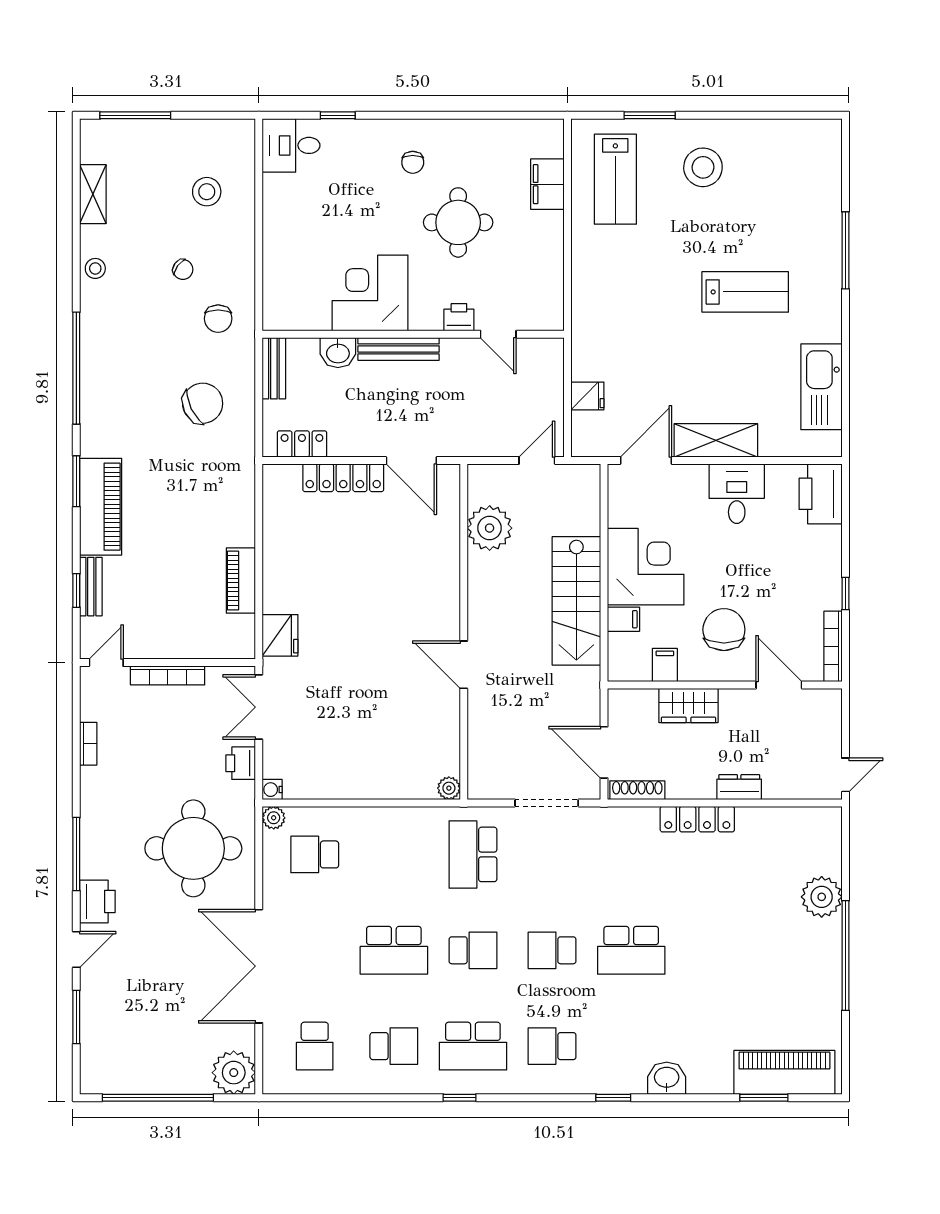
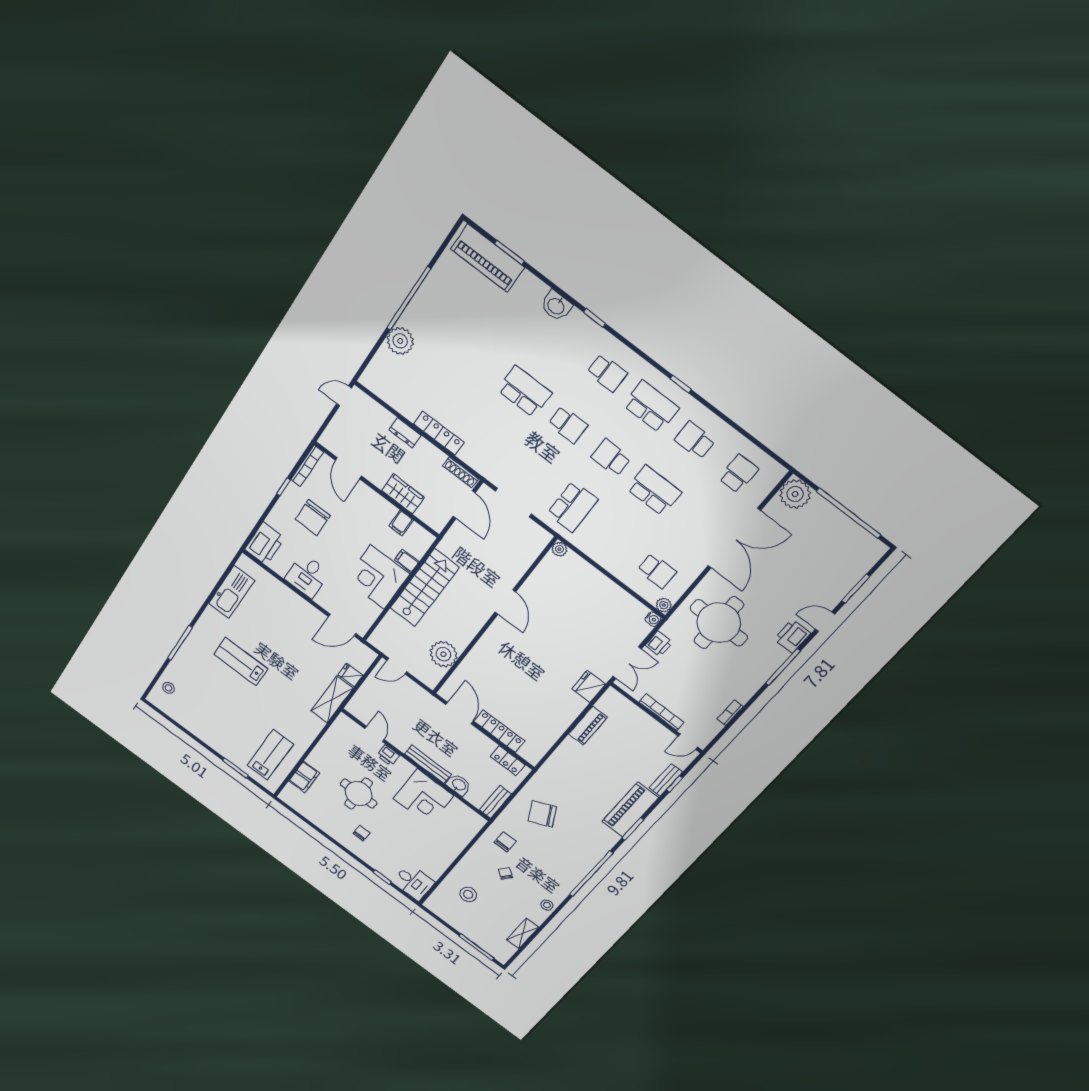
stool: (703, 167) -> (168, 688), moved, width x0.53, depth x0.53
shelving: (716, 440) -> (332, 700), moved, turned 90
chair: (724, 630) -> (313, 517), moved

